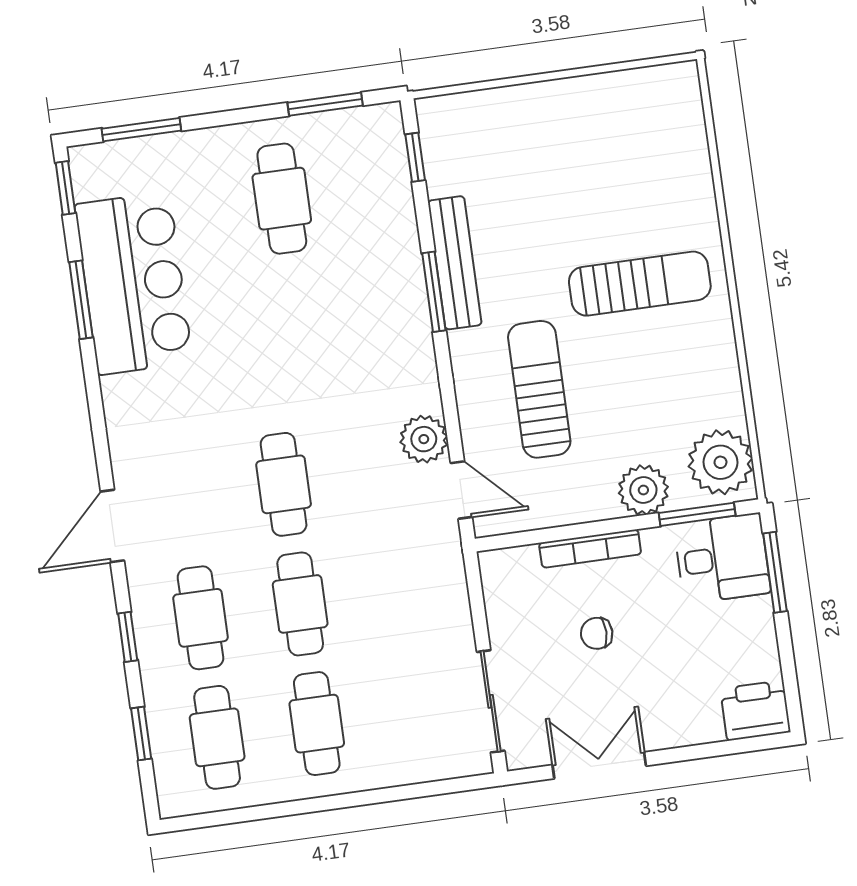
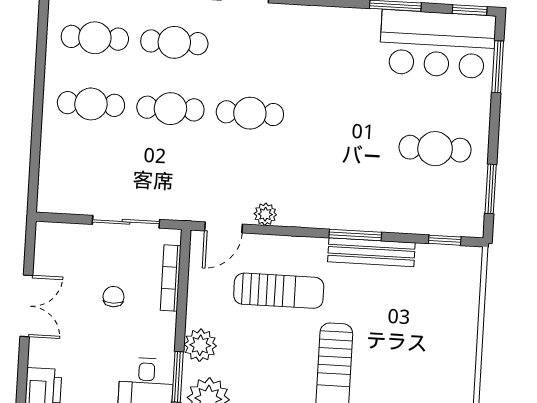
bar counter: (134, 283) -> (438, 44), moved
plant: (424, 439) -> (265, 214), width x0.73, depth x0.73
bookcase: (590, 549) -> (171, 278), moved
sliding door: (491, 701) -> (126, 222), moved
double door: (599, 765) -> (26, 306), moved

